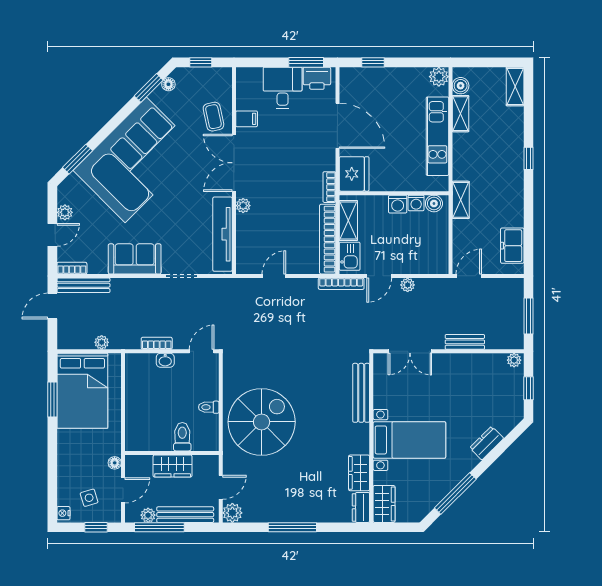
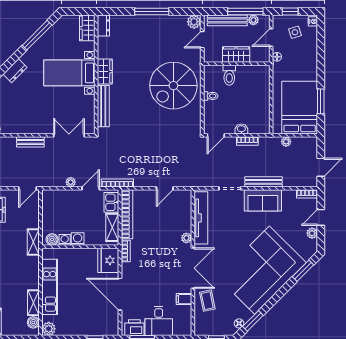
bench: (83, 285) -> (263, 182), moved
wardrobe: (359, 473) -> (105, 72), moved

